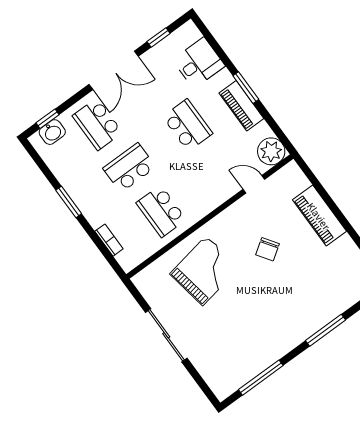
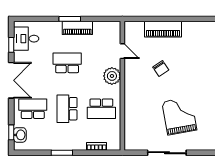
desk: (199, 63) -> (26, 39), moved, turned -90
school desk: (97, 124) -> (33, 109), turned 180
plant: (271, 151) -> (112, 76), moved
door: (254, 184) -> (122, 51), swing flipped
grand piano: (205, 271) -> (179, 116), moved

